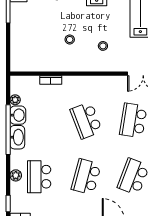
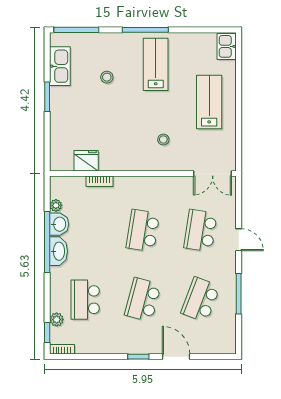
stool: (70, 39) -> (123, 132), removed
fridge: (40, 63) -> (86, 161), added
school desk: (86, 120) -> (143, 231), turned 30
plant: (16, 175) -> (57, 320), moved

